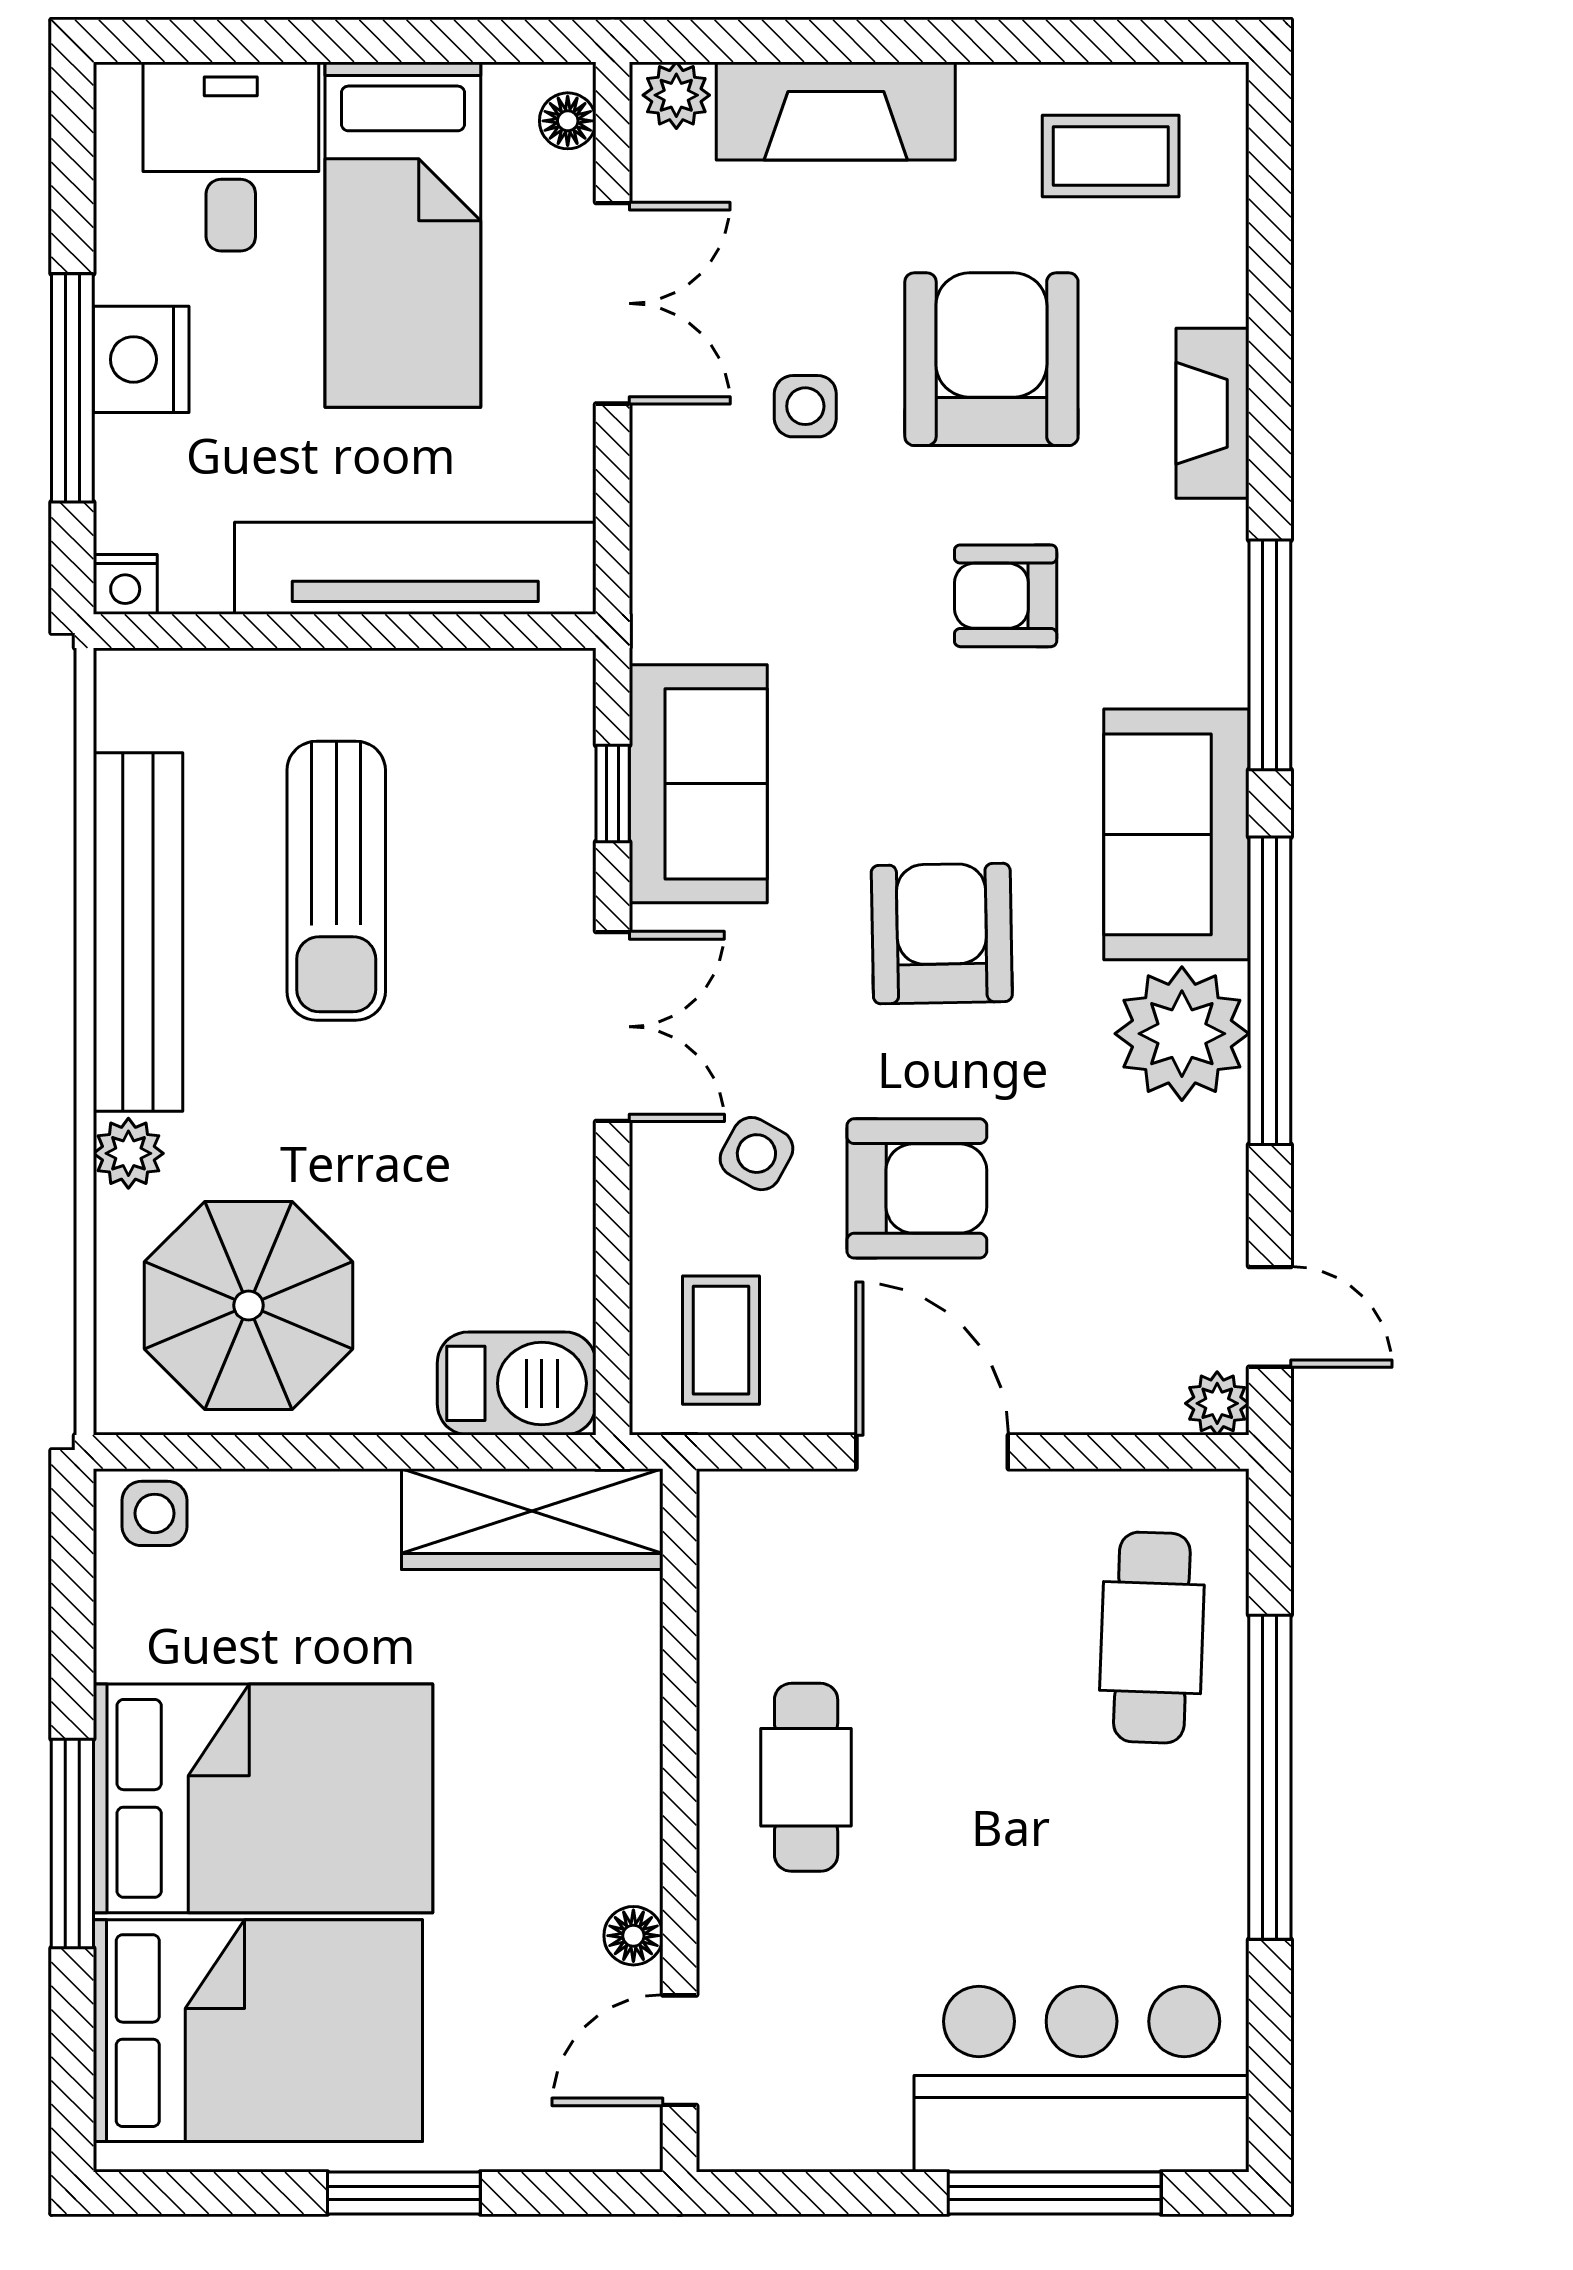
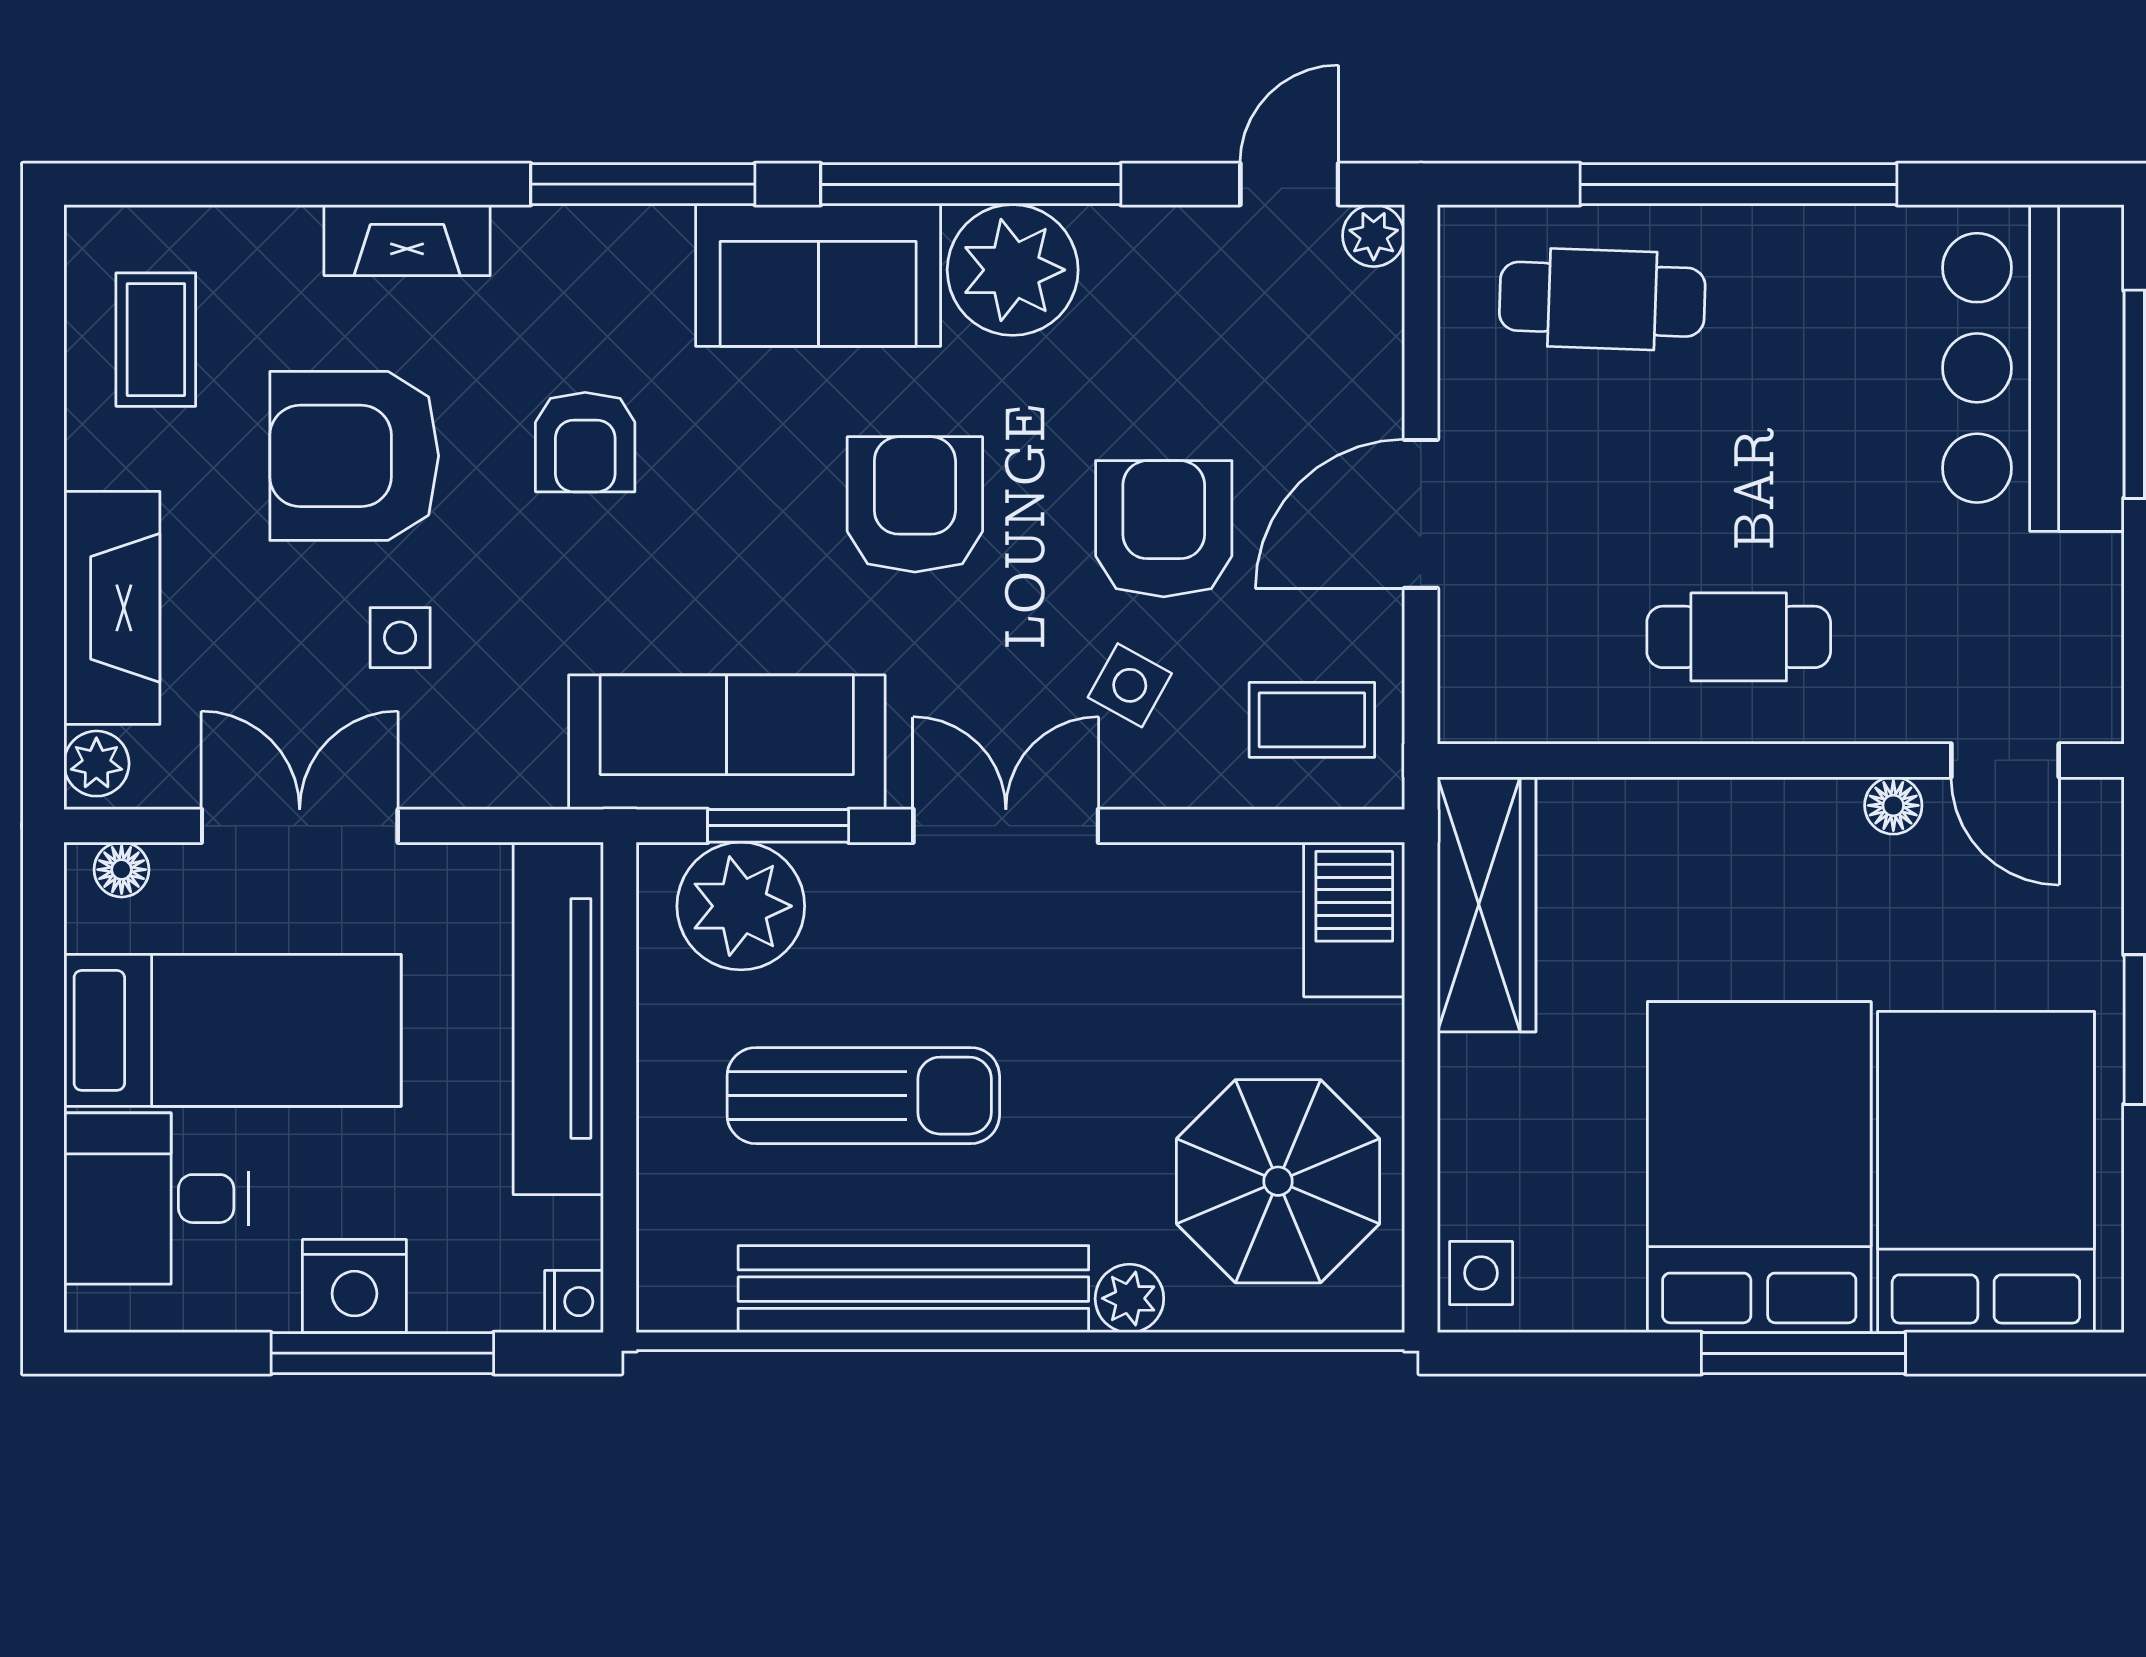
plant: (530, 755) -> (741, 906), added
sofa: (698, 784) -> (727, 742), width x1.36
window: (613, 793) -> (778, 826), width x1.50
armchair: (942, 934) -> (915, 504), turned 91

